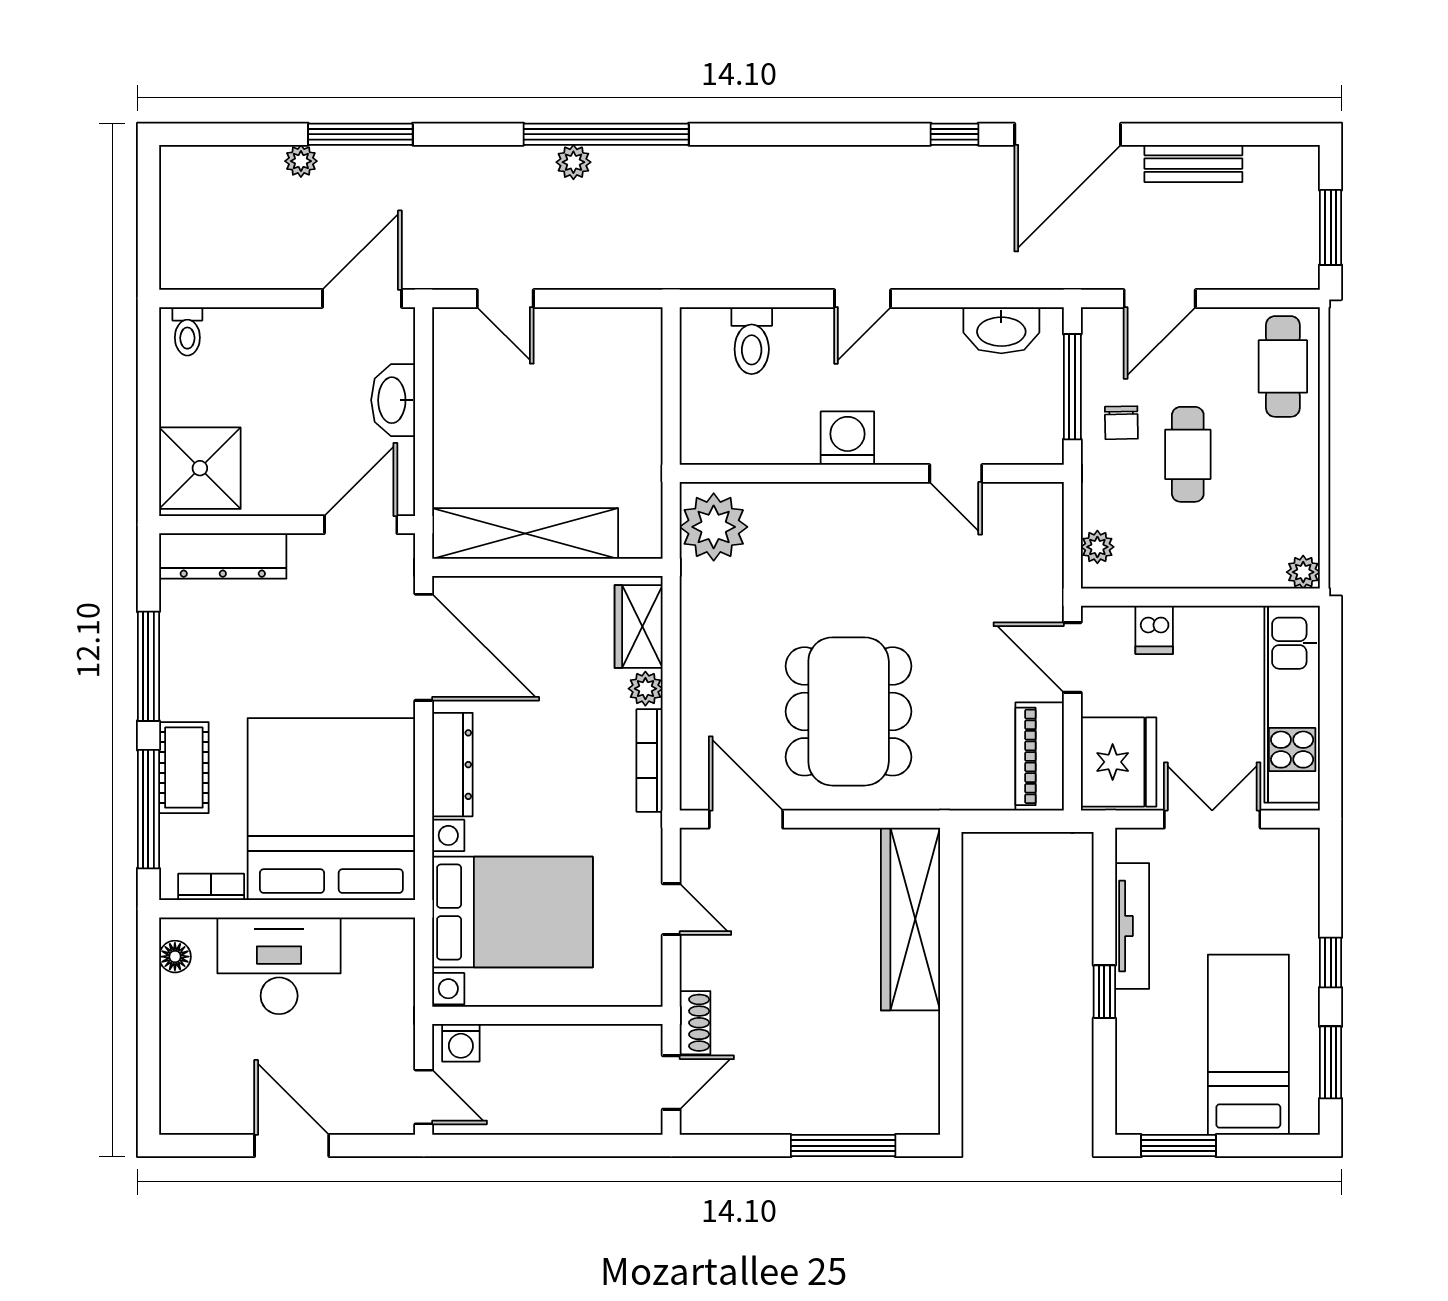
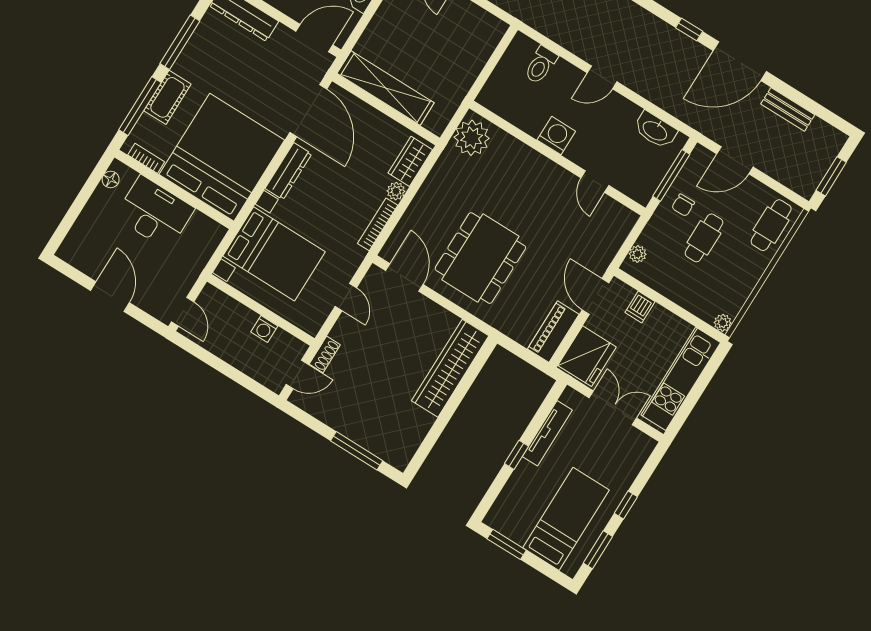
washing machine: (461, 1043) -> (264, 329), moved

